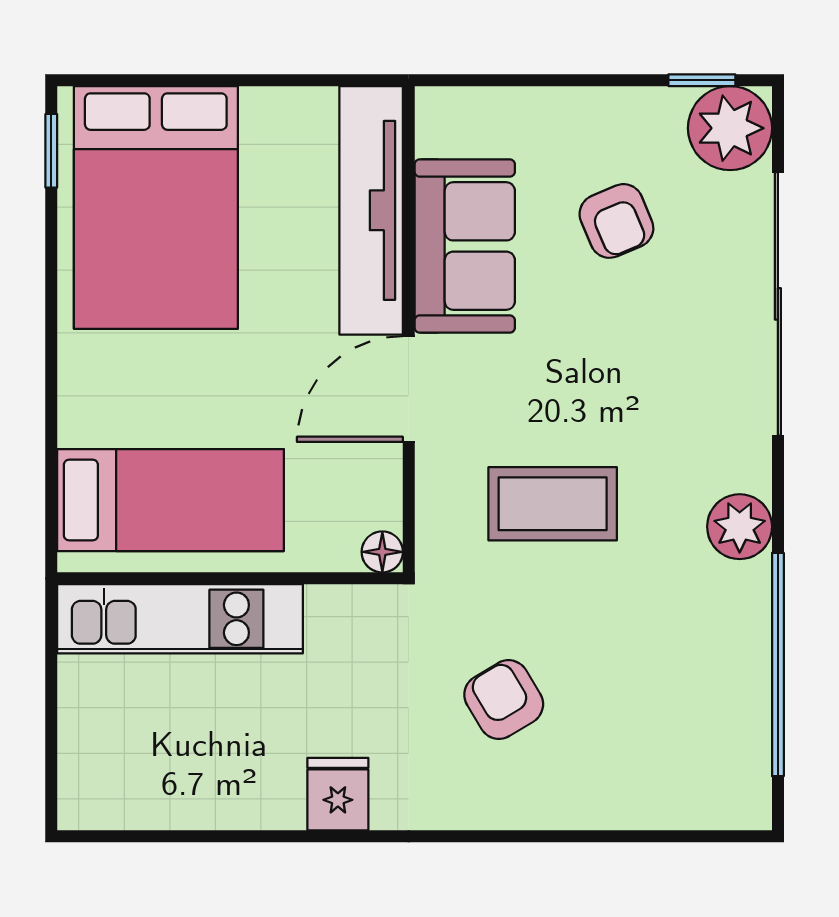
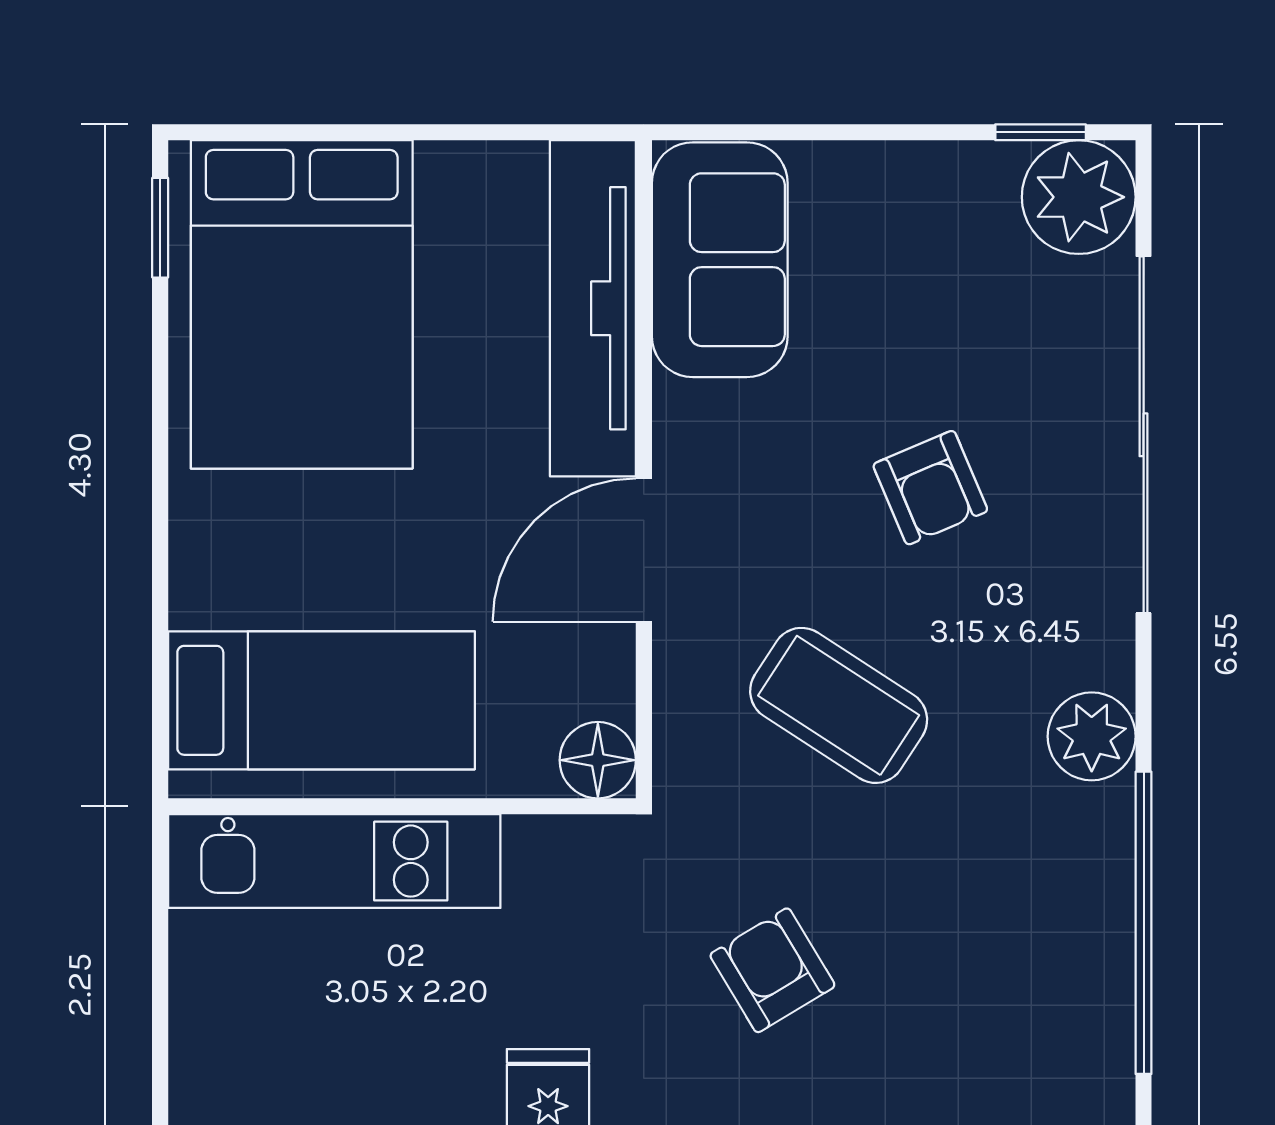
armchair: (616, 221) -> (930, 488), moved
sofa: (465, 246) -> (720, 260), moved
coffee table: (553, 504) -> (839, 705), turned 33
floor lamp: (382, 552) -> (598, 760), width x1.37, depth x1.37

